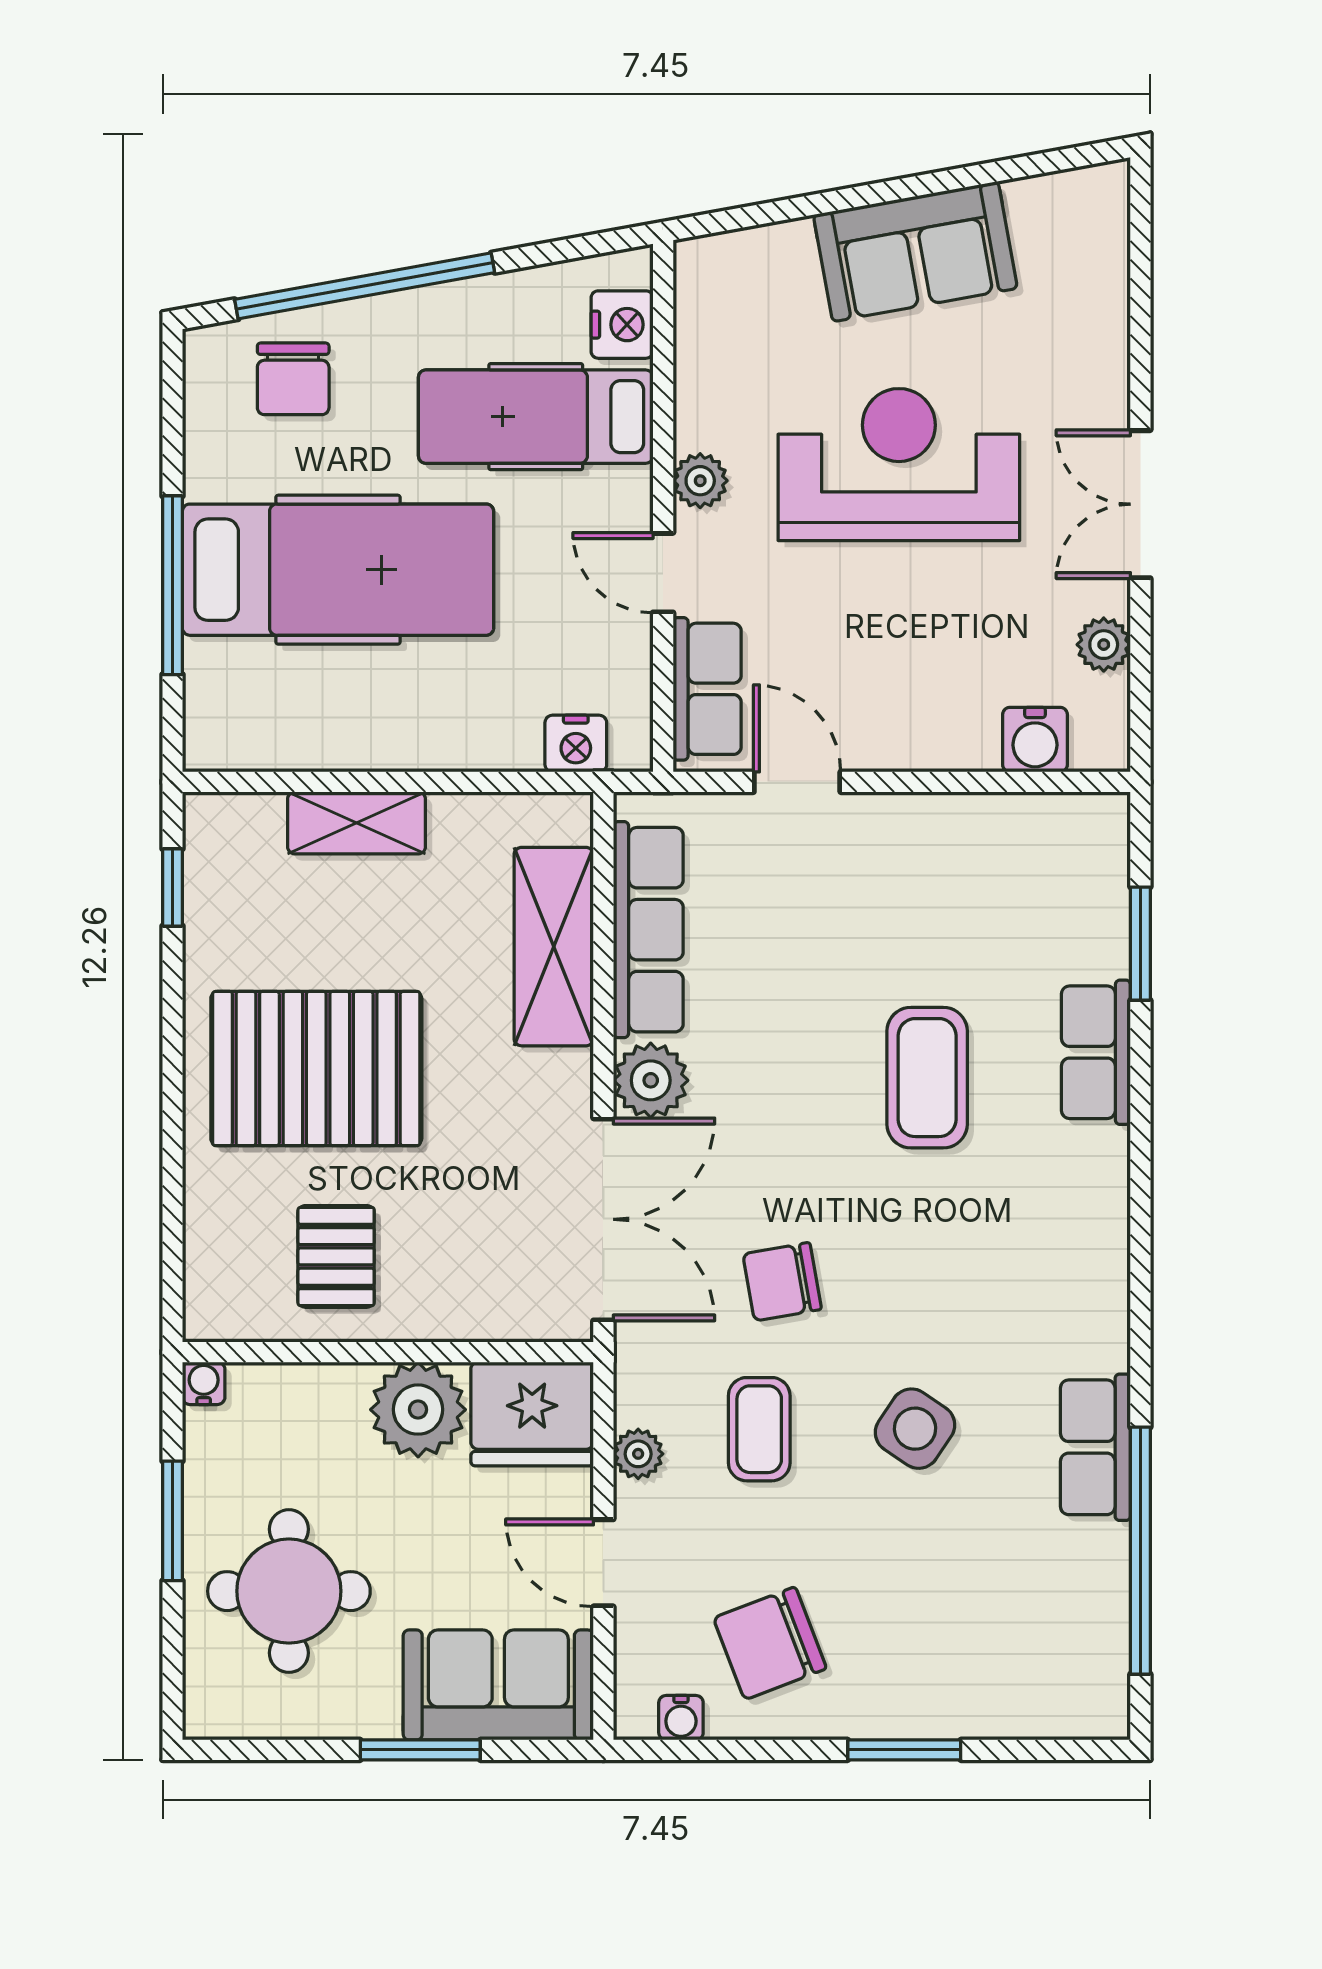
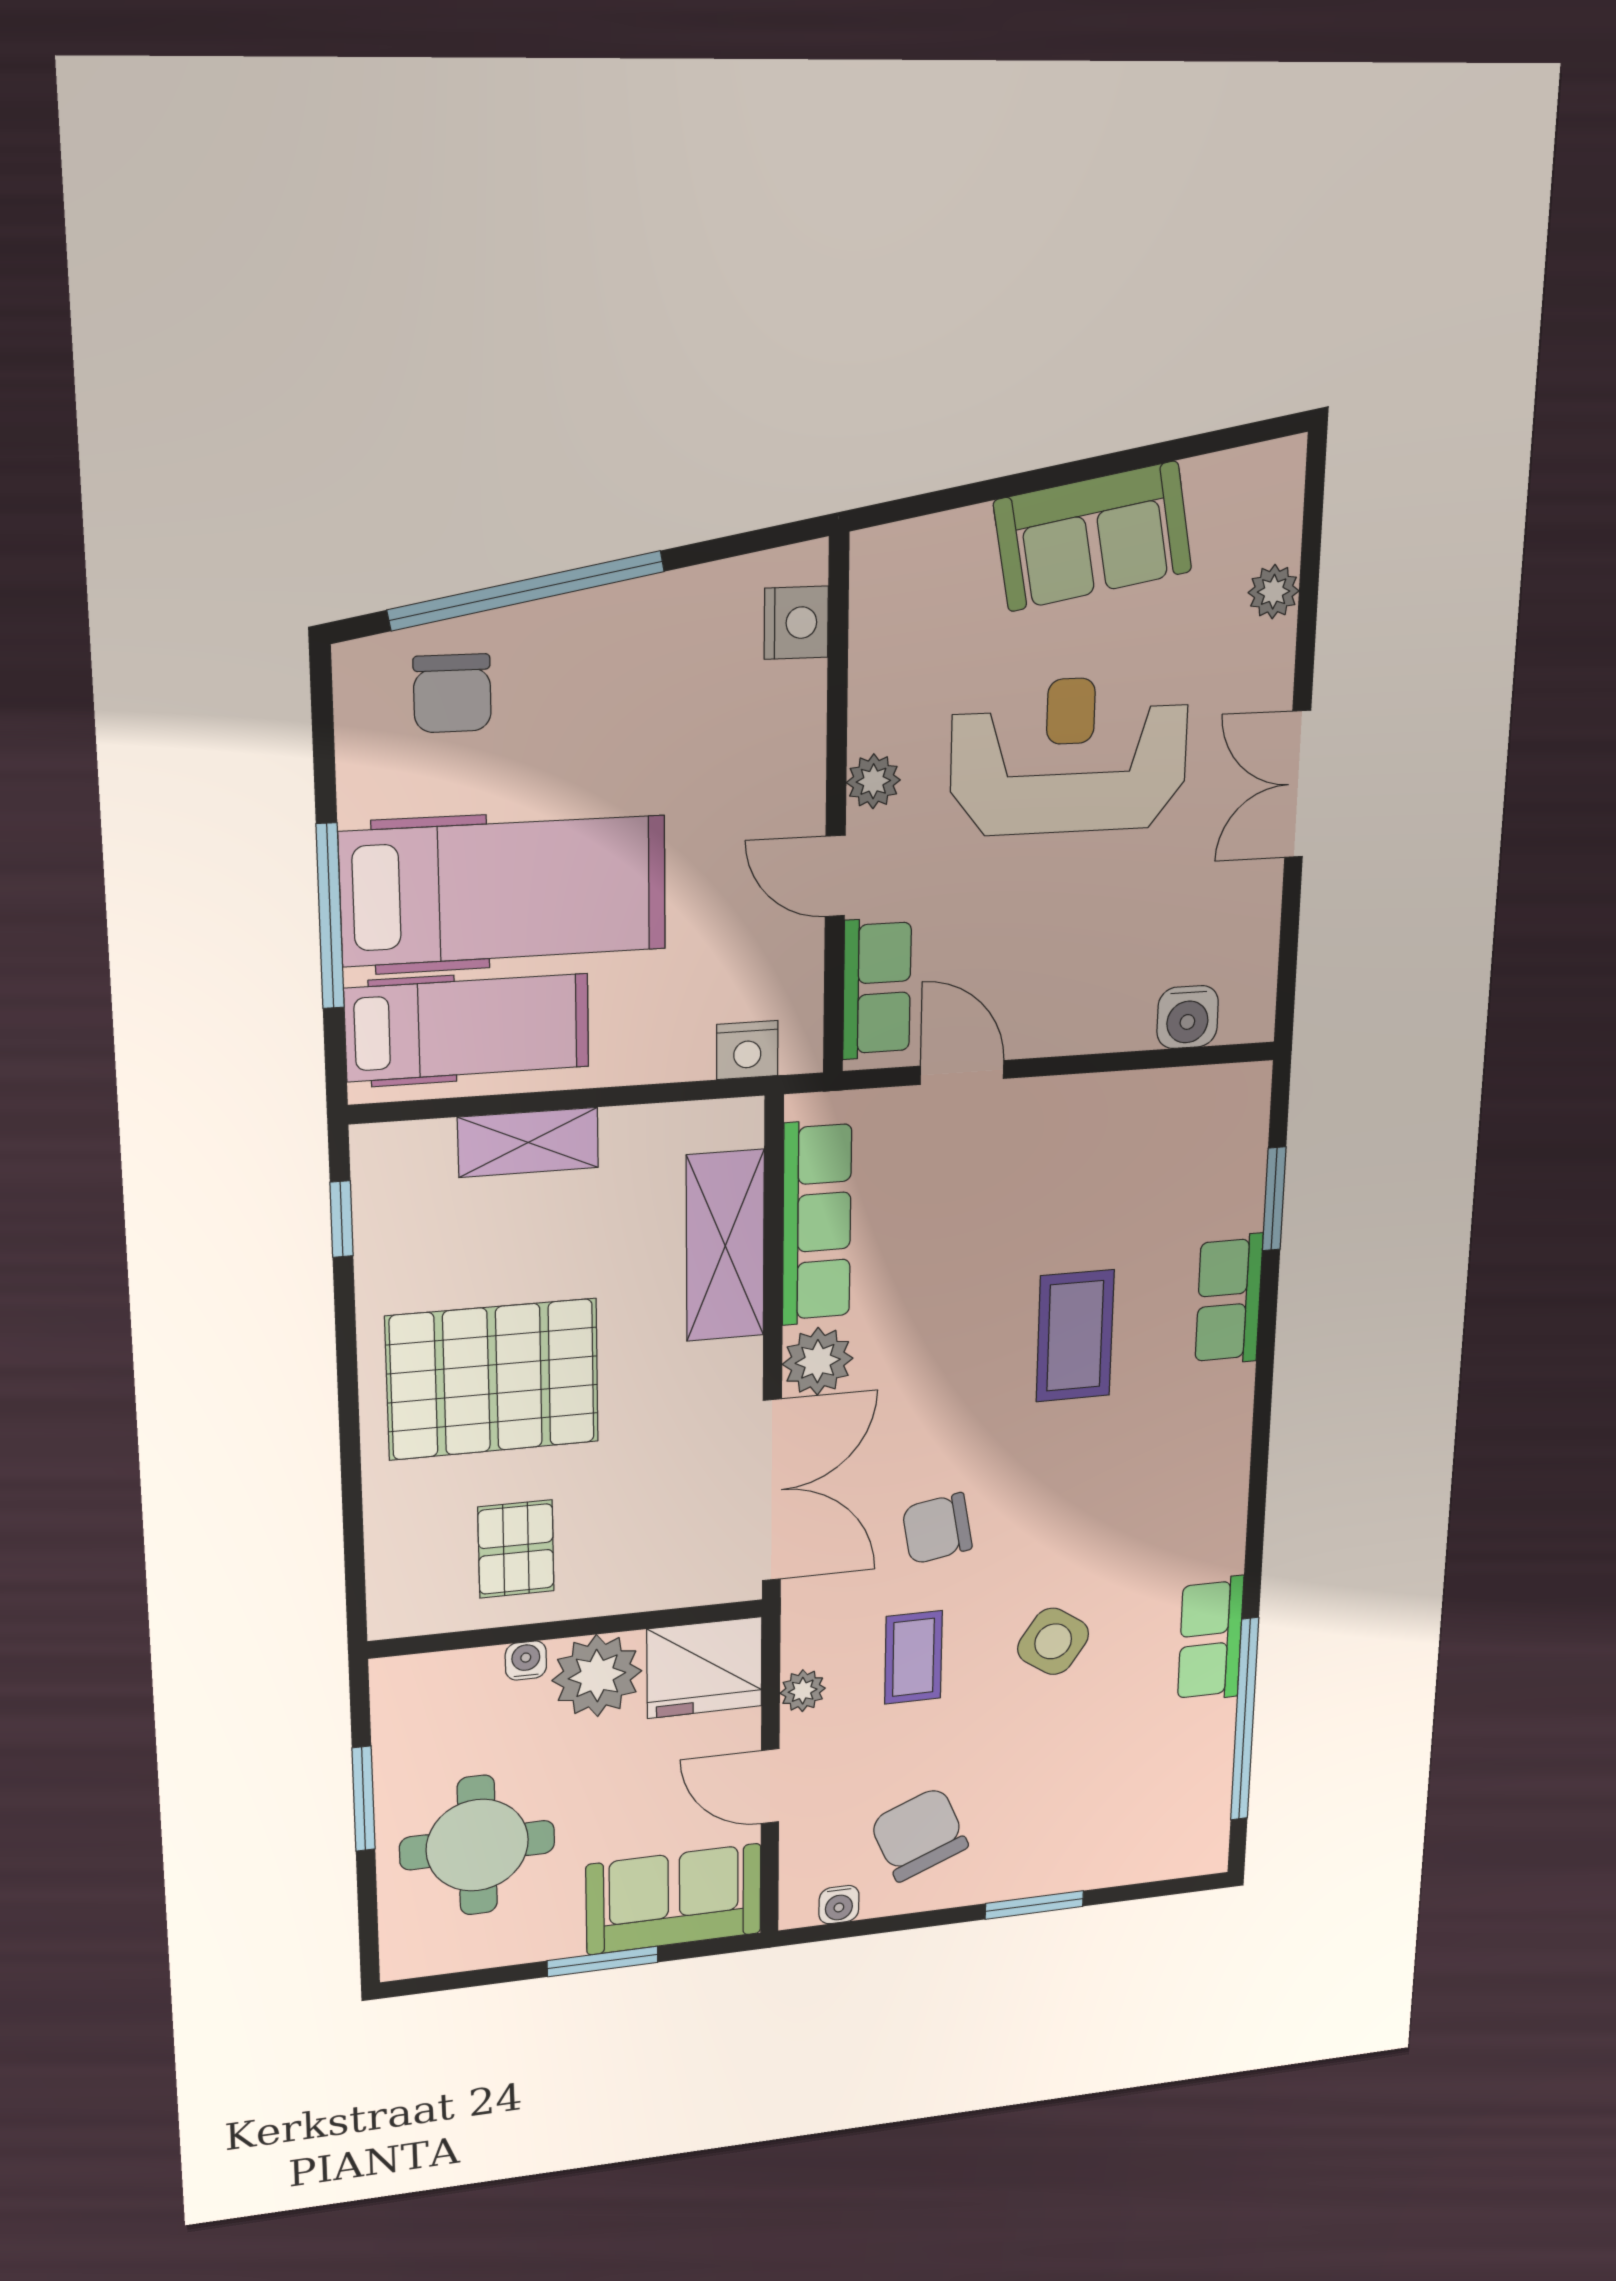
hospital bed: (536, 417) -> (468, 1028), moved, turned 180
plant: (1104, 645) -> (1274, 592), moved
water cooler: (204, 1383) -> (526, 1661), moved
chair: (770, 1643) -> (919, 1834), turned 88

